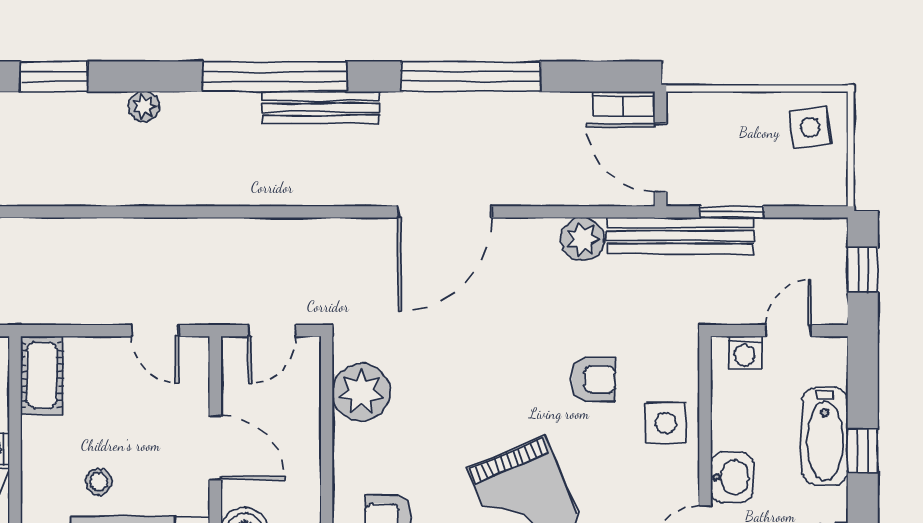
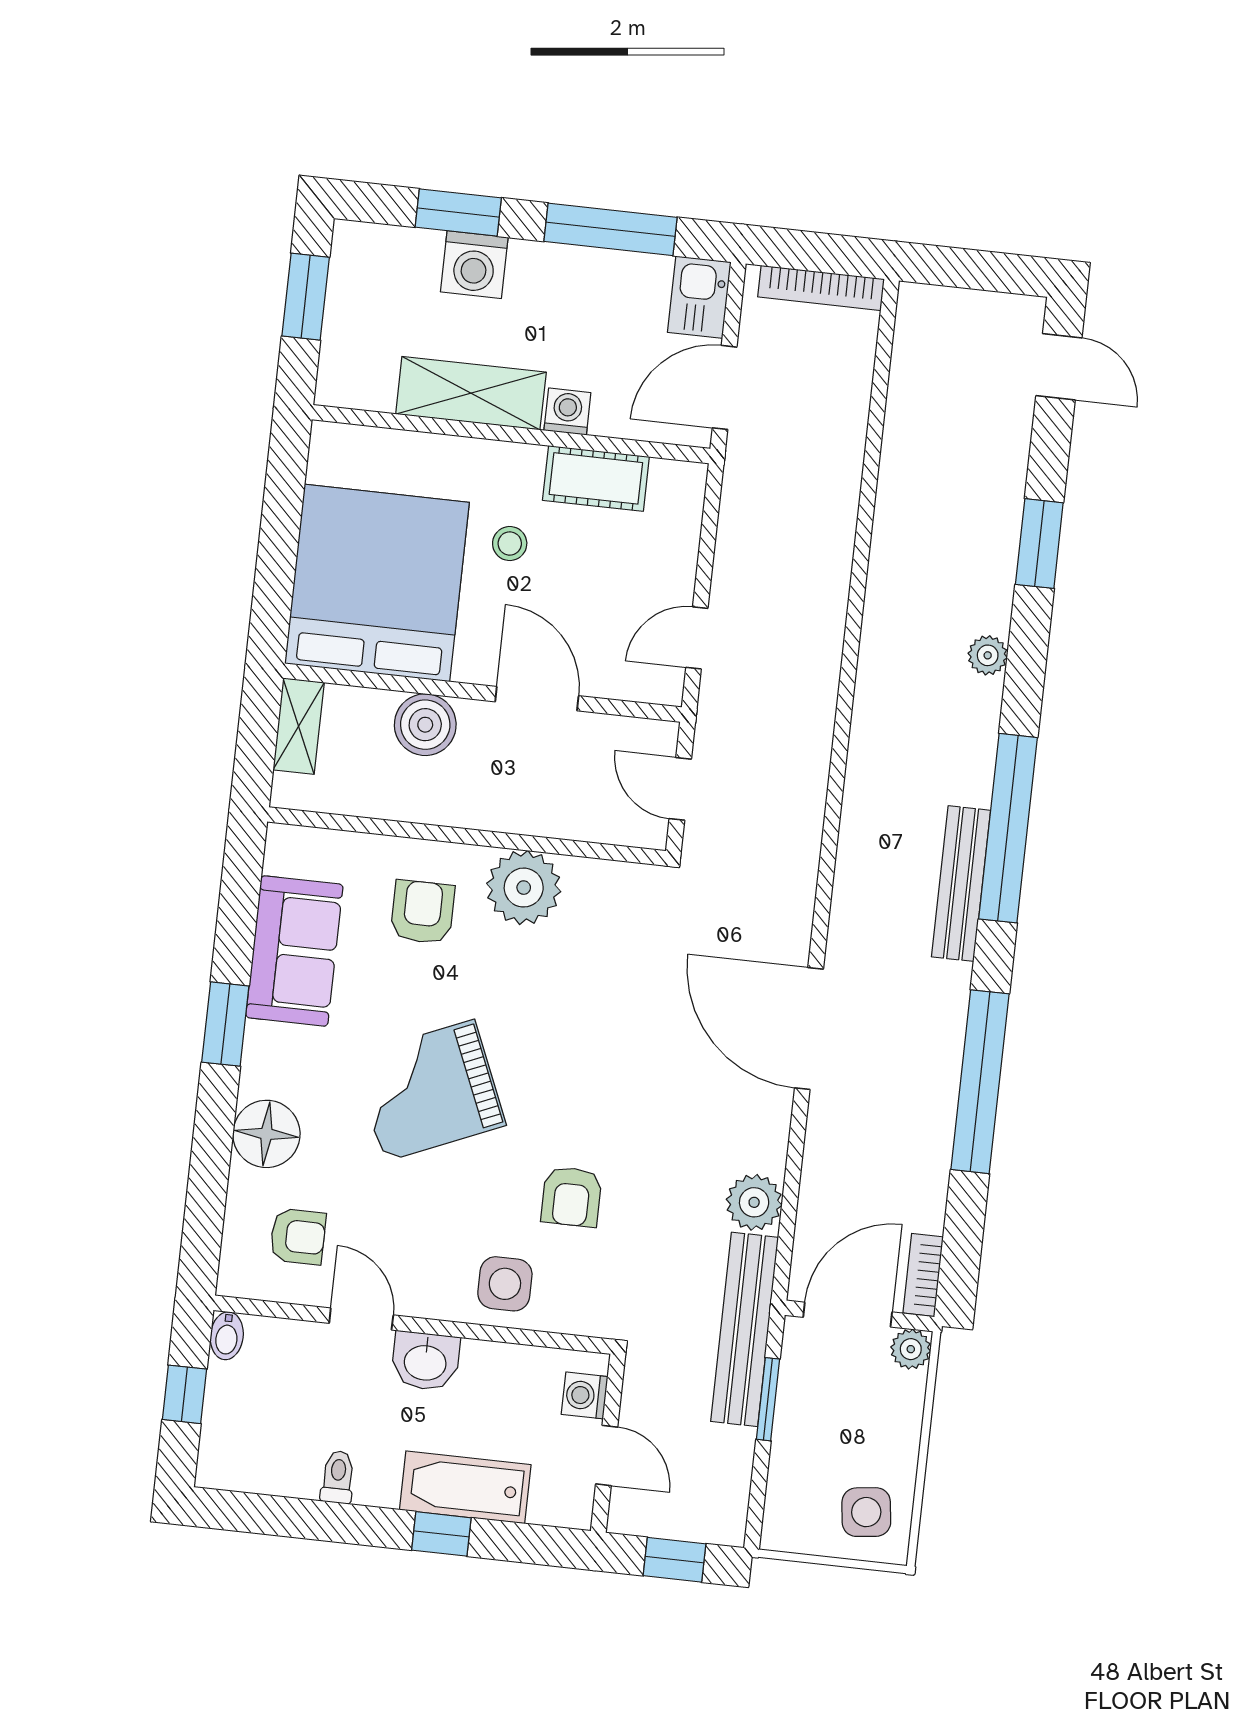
plant: (682, 107) -> (911, 1349), added
cot: (42, 375) -> (596, 478), moved
plant: (361, 392) -> (524, 888), moved
door: (215, 448) -> (537, 699), swing flipped

